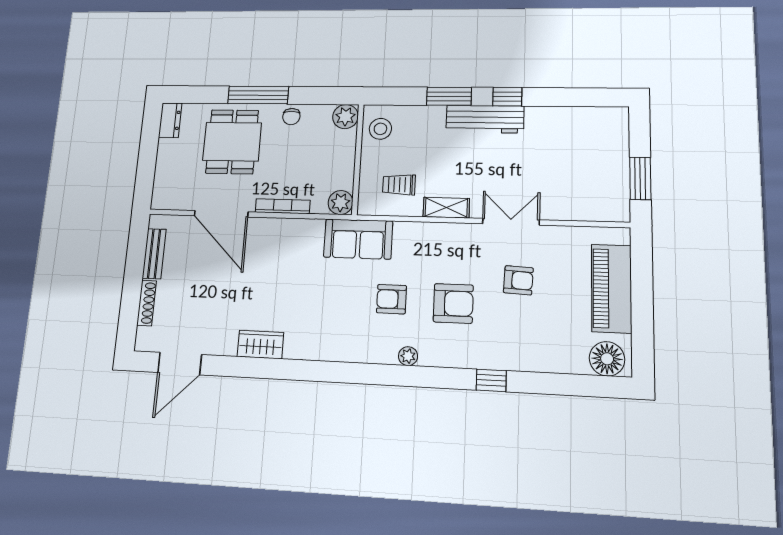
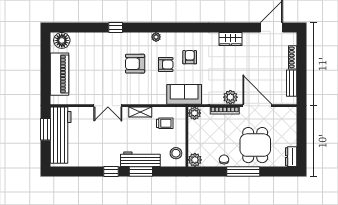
workbench: (485, 119) -> (140, 159), moved
workbench: (609, 167) -> (61, 135), added
plant: (270, 231) -> (230, 97), added
armchair: (518, 280) -> (190, 57), moved, turned 87

